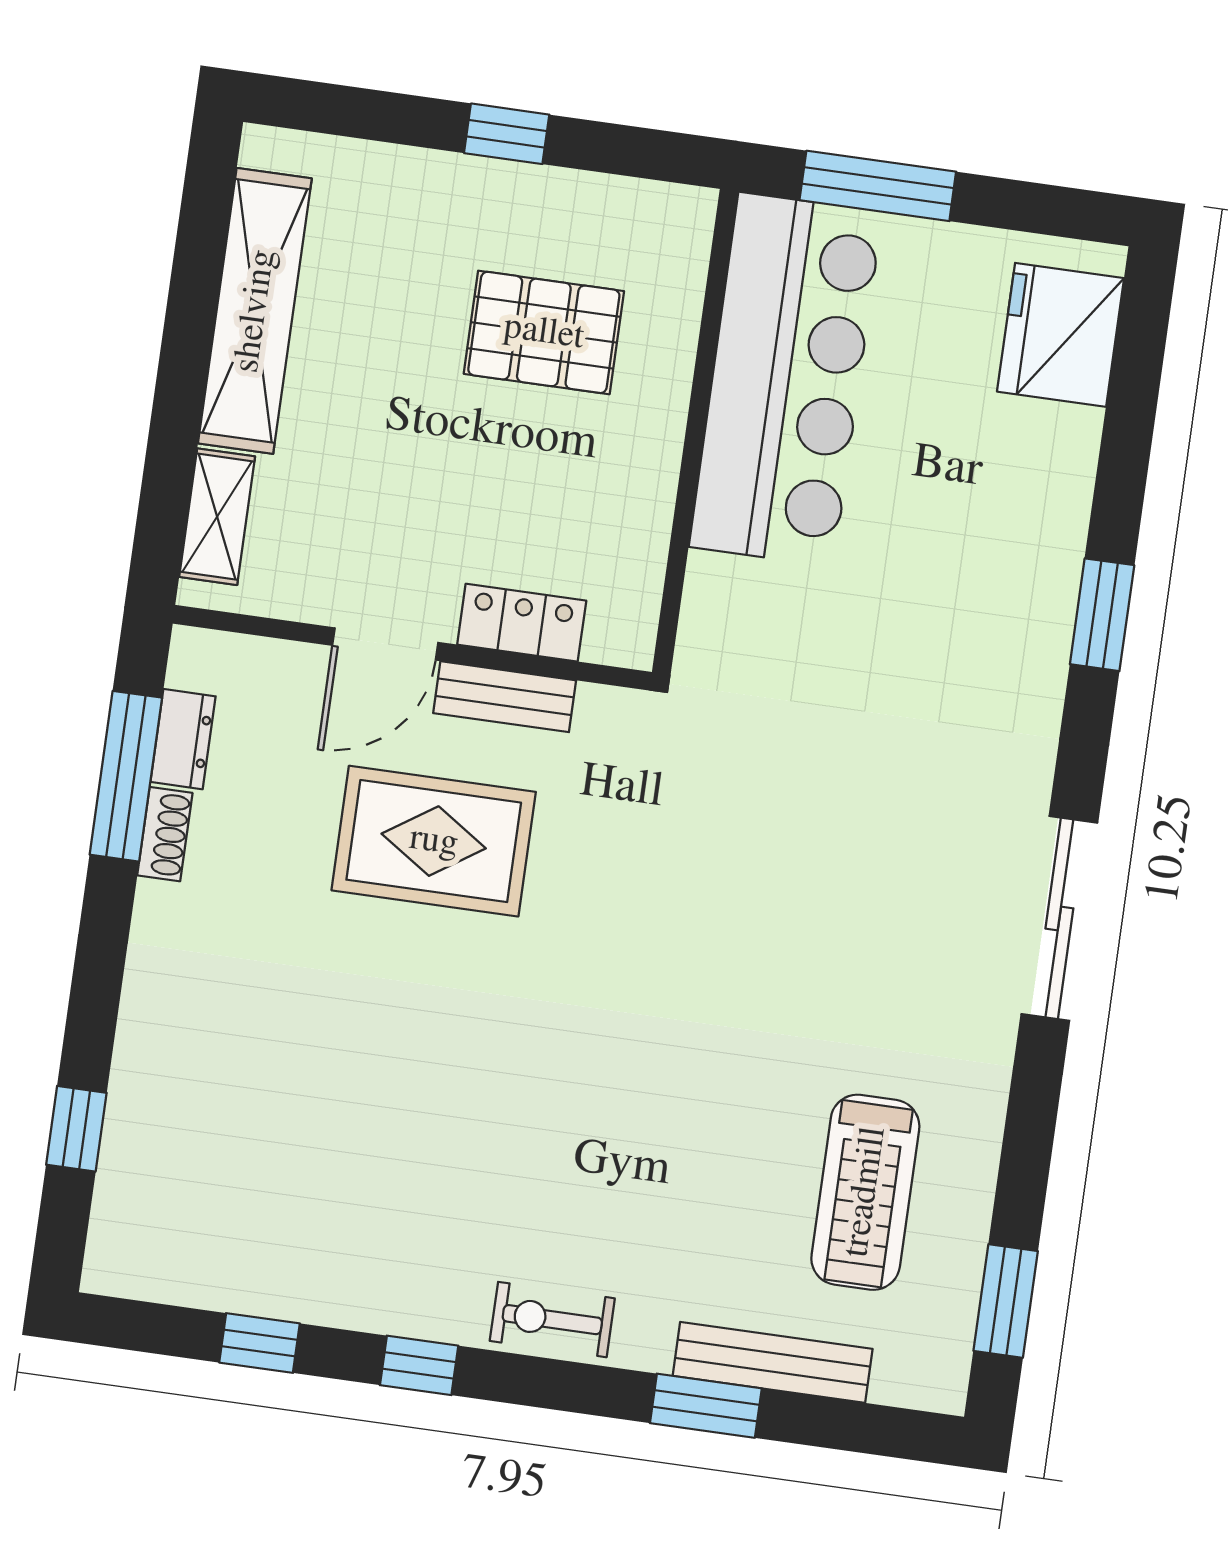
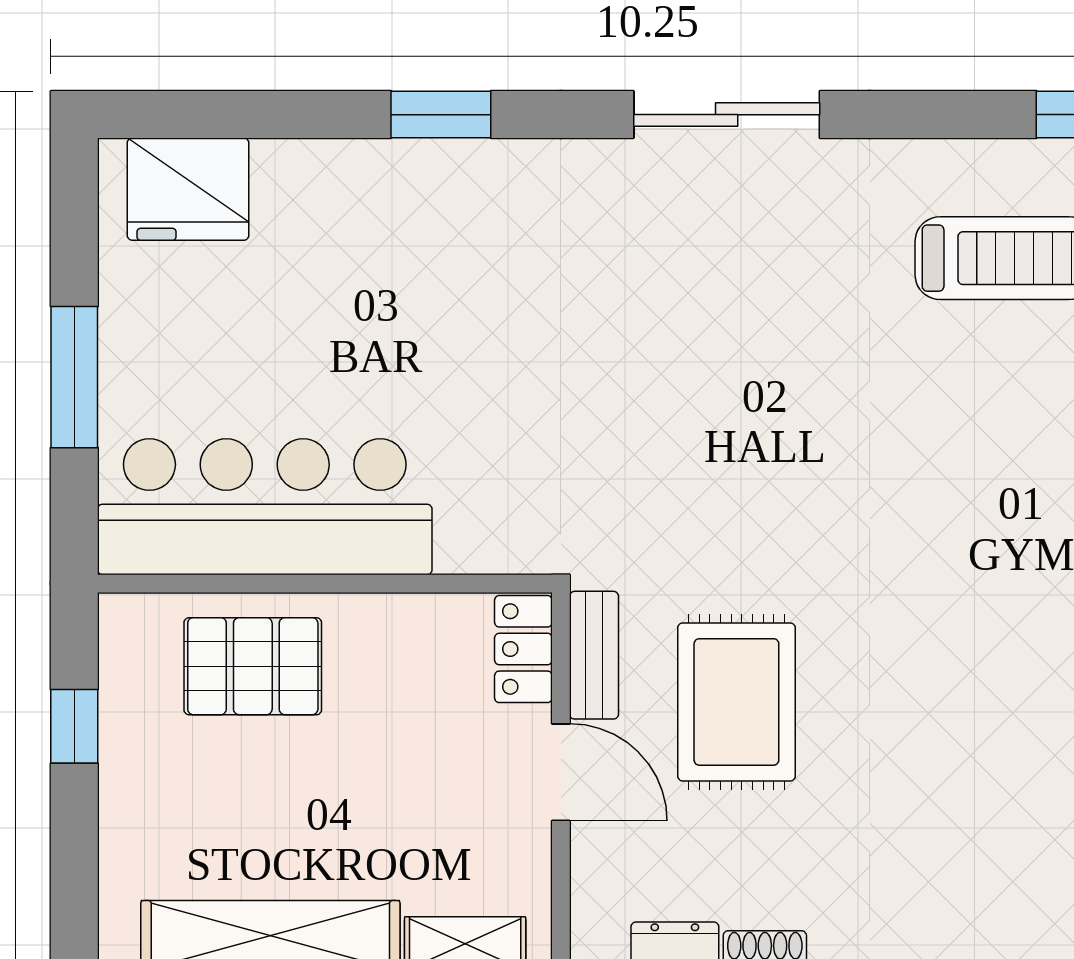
pallet: (544, 332) -> (253, 666), turned 90
bar counter: (786, 379) -> (265, 507), moved
wall: (695, 432) -> (325, 584), moved

